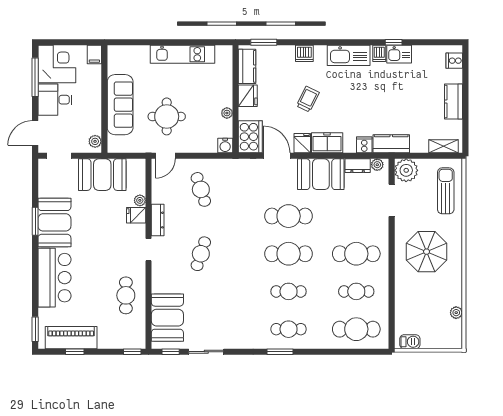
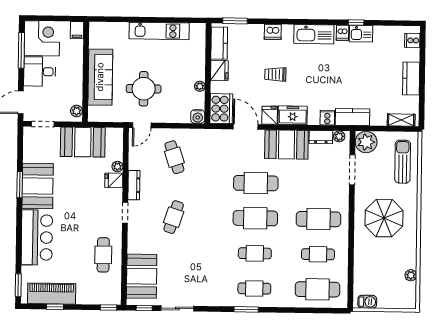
trolley: (308, 99) -> (275, 74), turned -116

